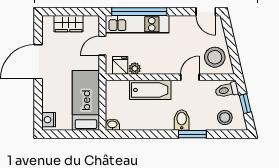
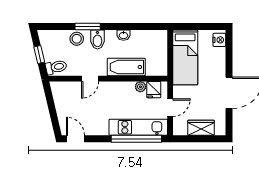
stool: (215, 57) -> (67, 97), removed
stool: (225, 117) -> (77, 39), moved
washbasin: (112, 125) -> (123, 35), moved

